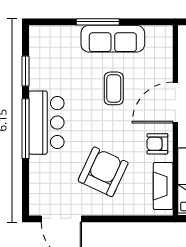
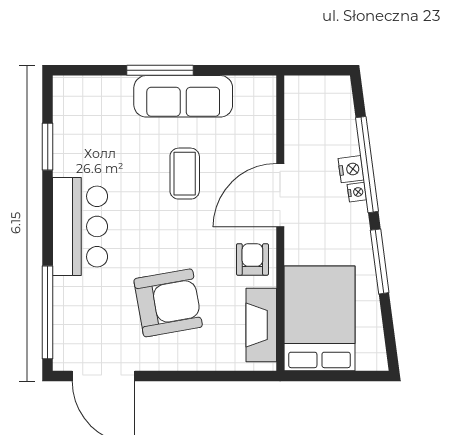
window: (25, 129) -> (48, 312), moved
armchair: (157, 144) -> (252, 259), turned 90
armchair: (103, 172) -> (168, 303), turned 55

